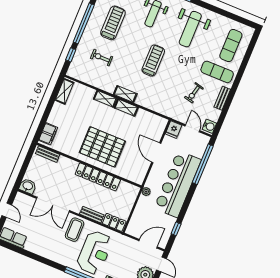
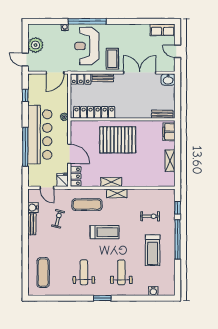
weight bench: (190, 29) -> (84, 272), width x0.73, depth x0.75
treadmill: (153, 61) -> (105, 232), turned -90
exercise mat: (217, 72) -> (87, 205), moved
shelving: (64, 91) -> (170, 161), moved
shelving: (105, 99) -> (132, 182), removed
water cooler: (209, 126) -> (33, 208), moved
locker: (159, 128) -> (76, 176), added
window: (203, 164) -> (25, 147), moved
locker: (98, 177) -> (94, 112), moved
door: (148, 244) -> (55, 73), moved

